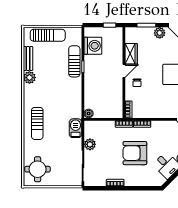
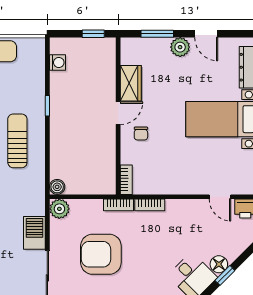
washing machine: (93, 46) -> (57, 62), width x0.53, depth x0.53
sun lounger: (74, 61) -> (17, 141), moved
barbecue: (76, 128) -> (34, 233), moved
plant: (90, 144) -> (59, 209), moved
armchair: (135, 153) -> (101, 254), moved

